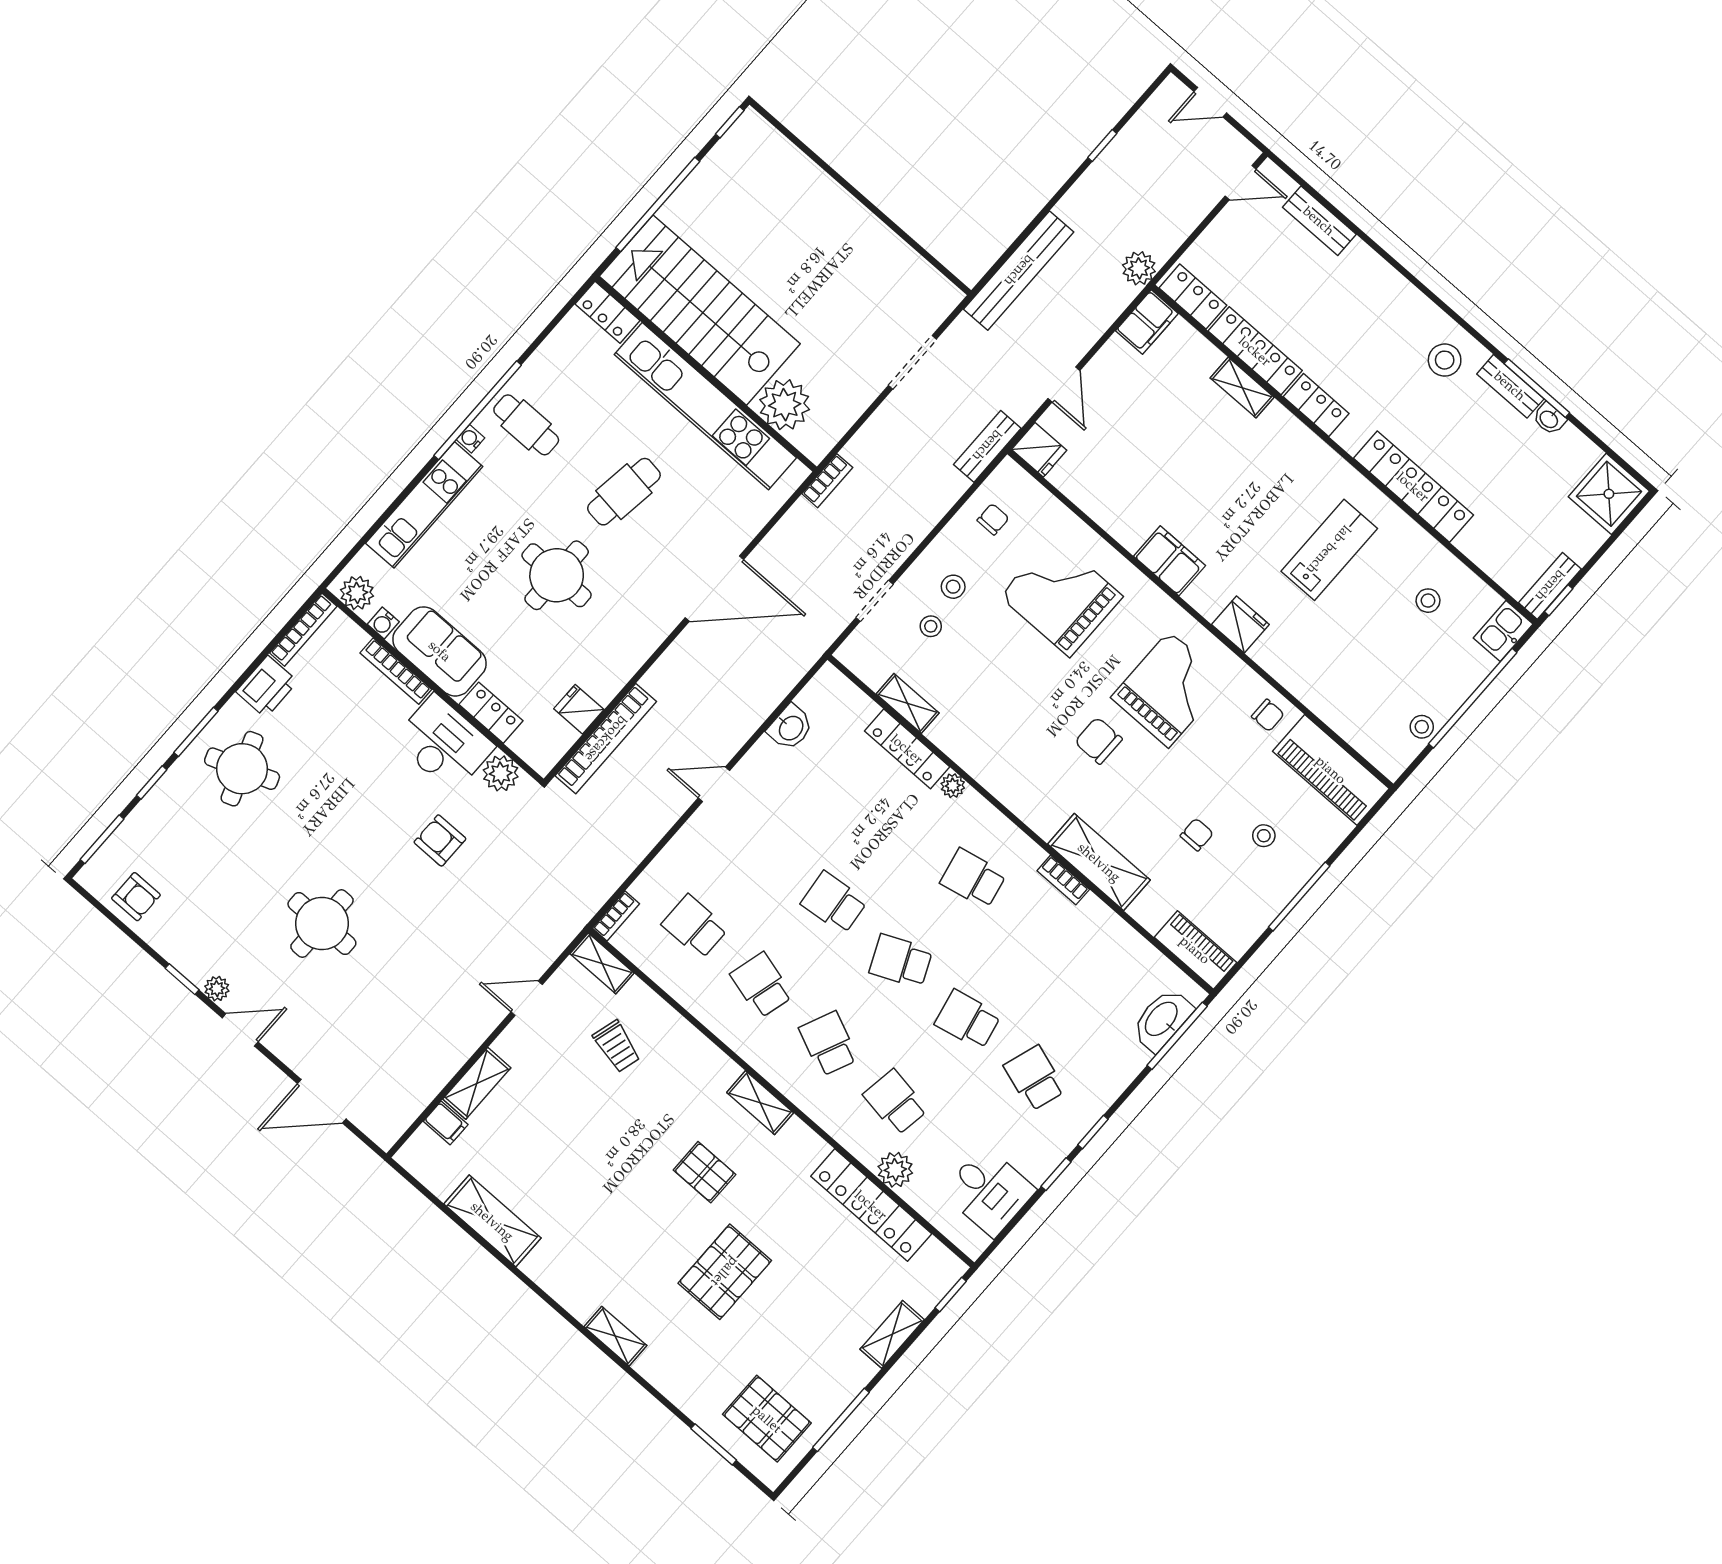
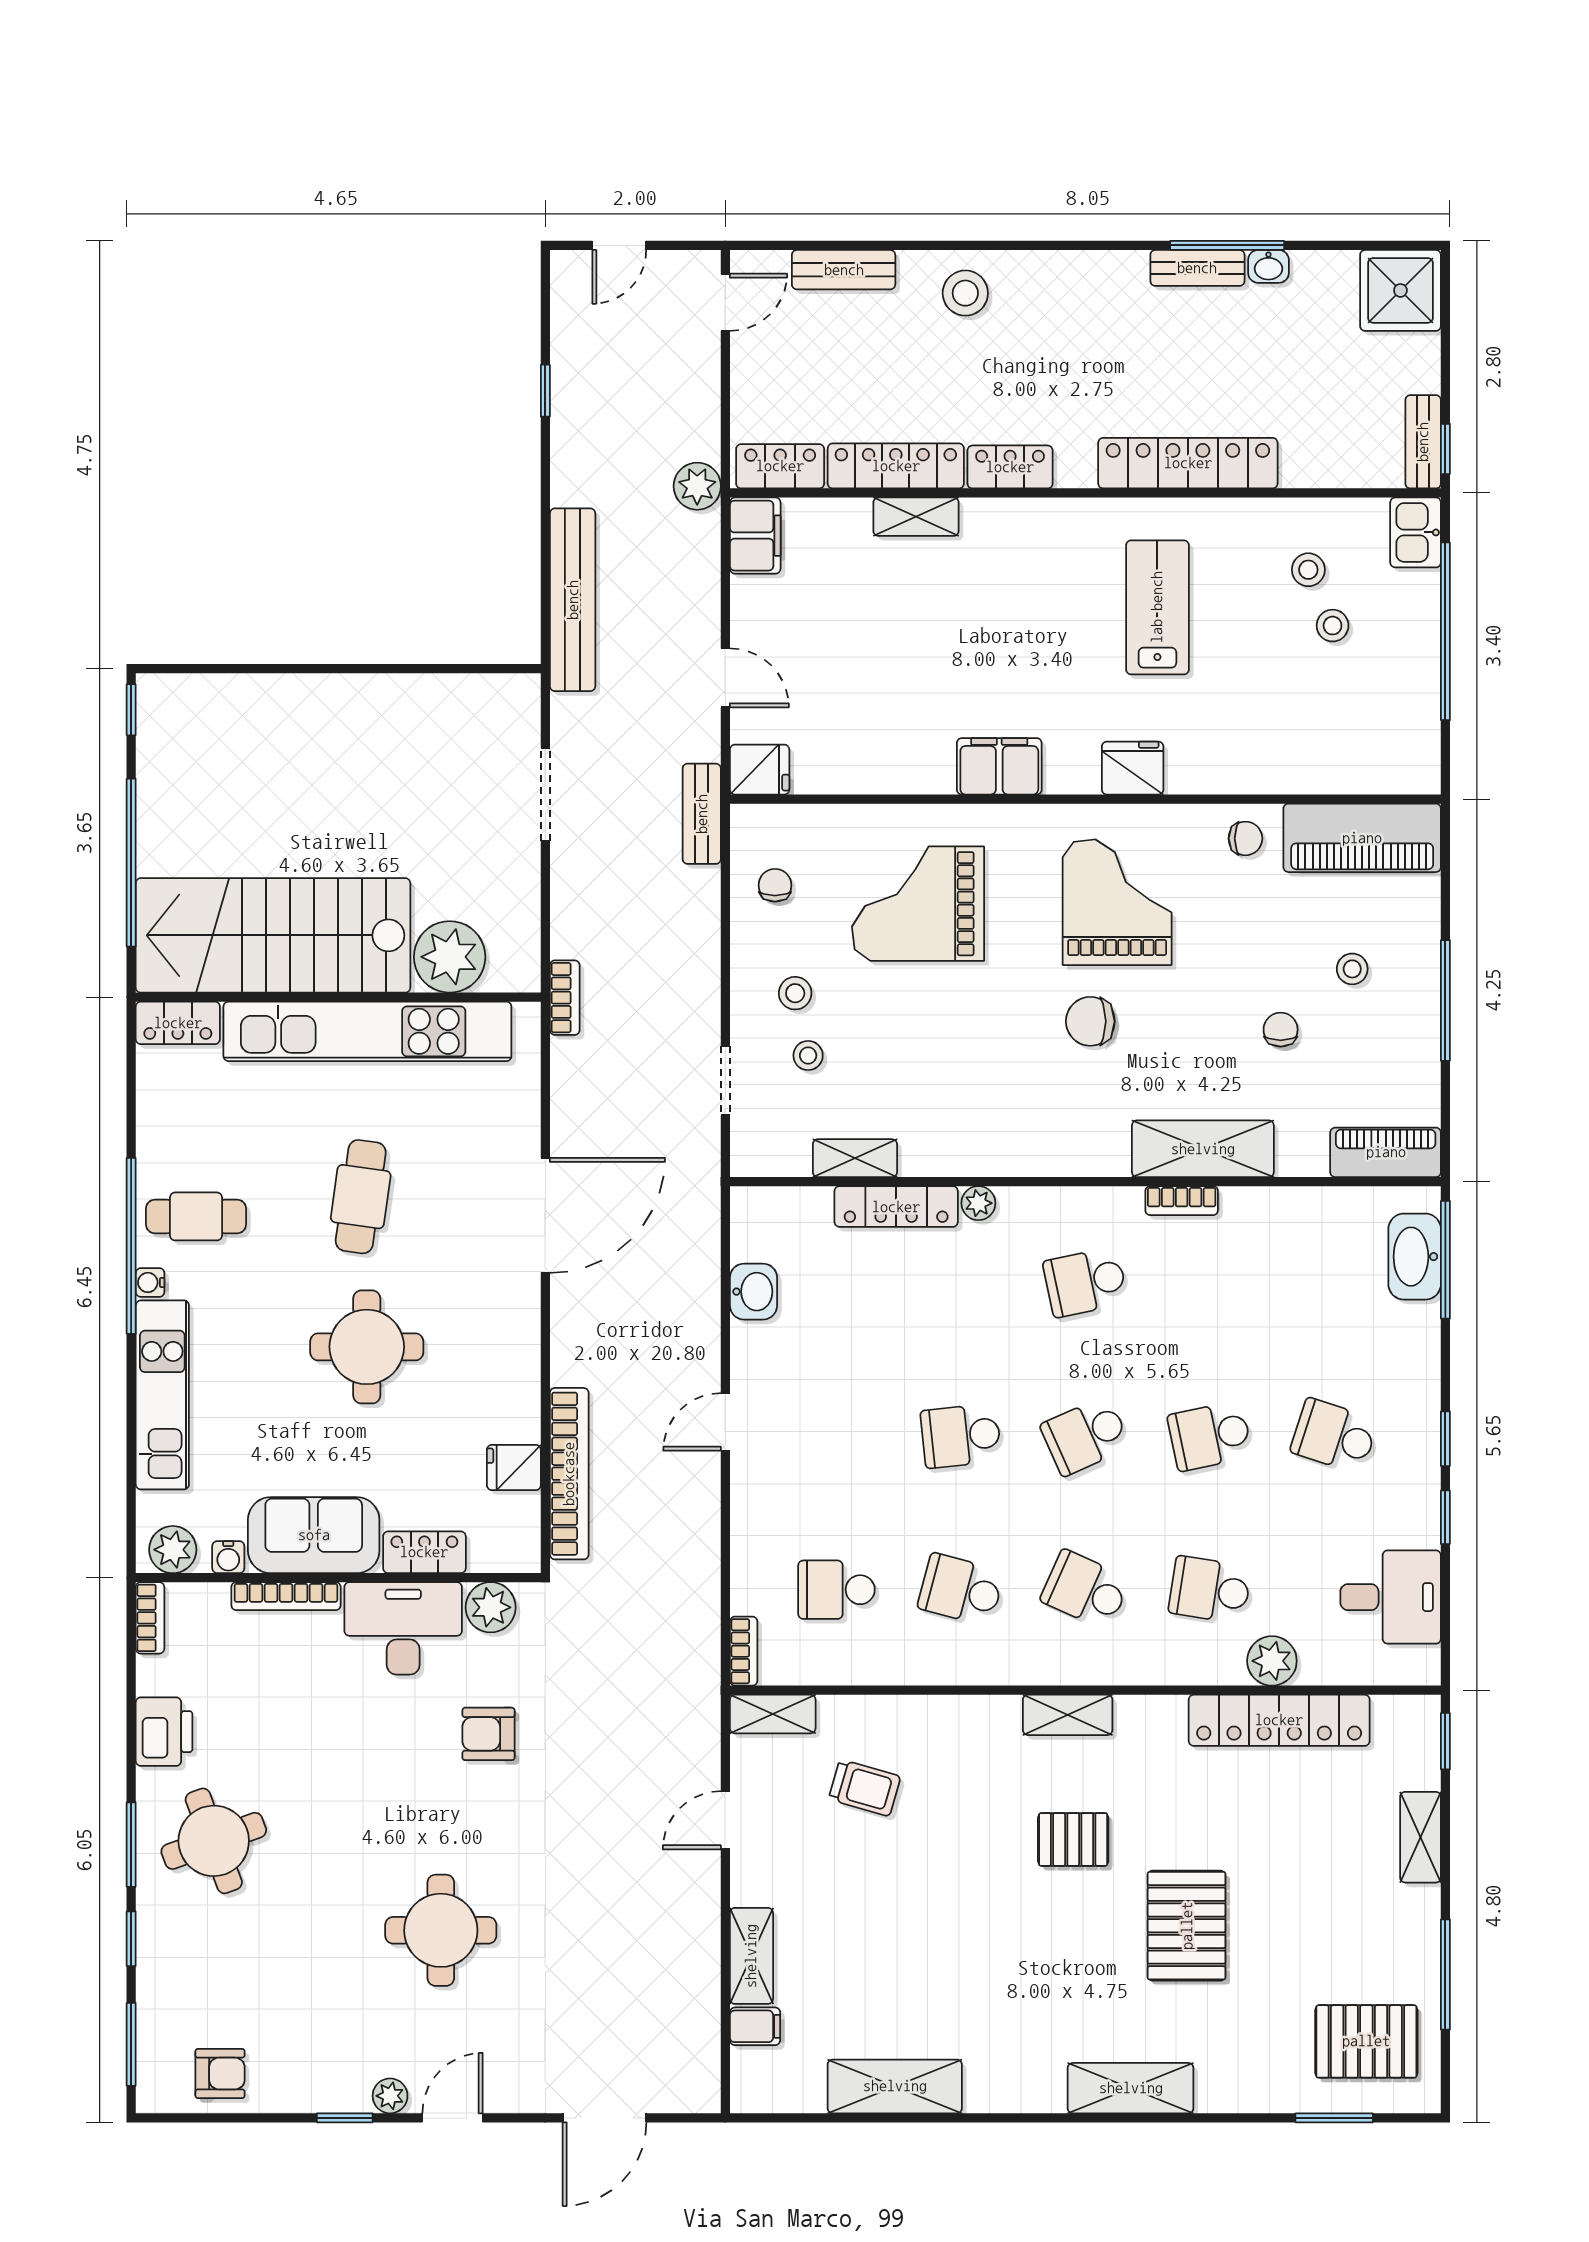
stool: (1445, 360) -> (965, 293), moved
bookcase: (303, 630) -> (150, 1618), width x0.64
stool: (1422, 727) -> (1333, 626), moved
shelving: (615, 1336) -> (1131, 2088), width x1.50, depth x1.33

